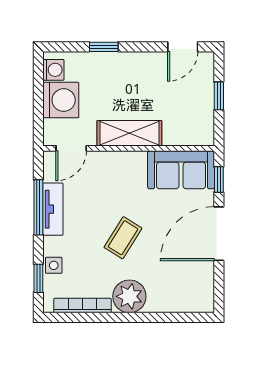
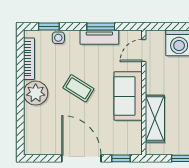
shelving: (129, 133) -> (155, 119), moved
door: (71, 148) -> (144, 50), hinge flipped
sofa: (181, 170) -> (128, 96), moved
window: (38, 207) -> (101, 27), width x0.69

